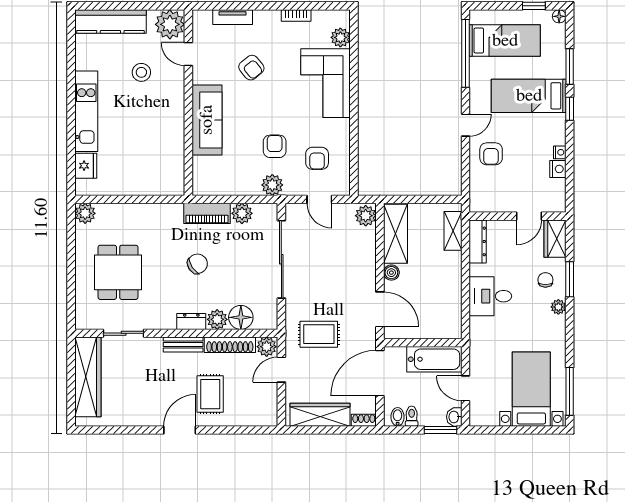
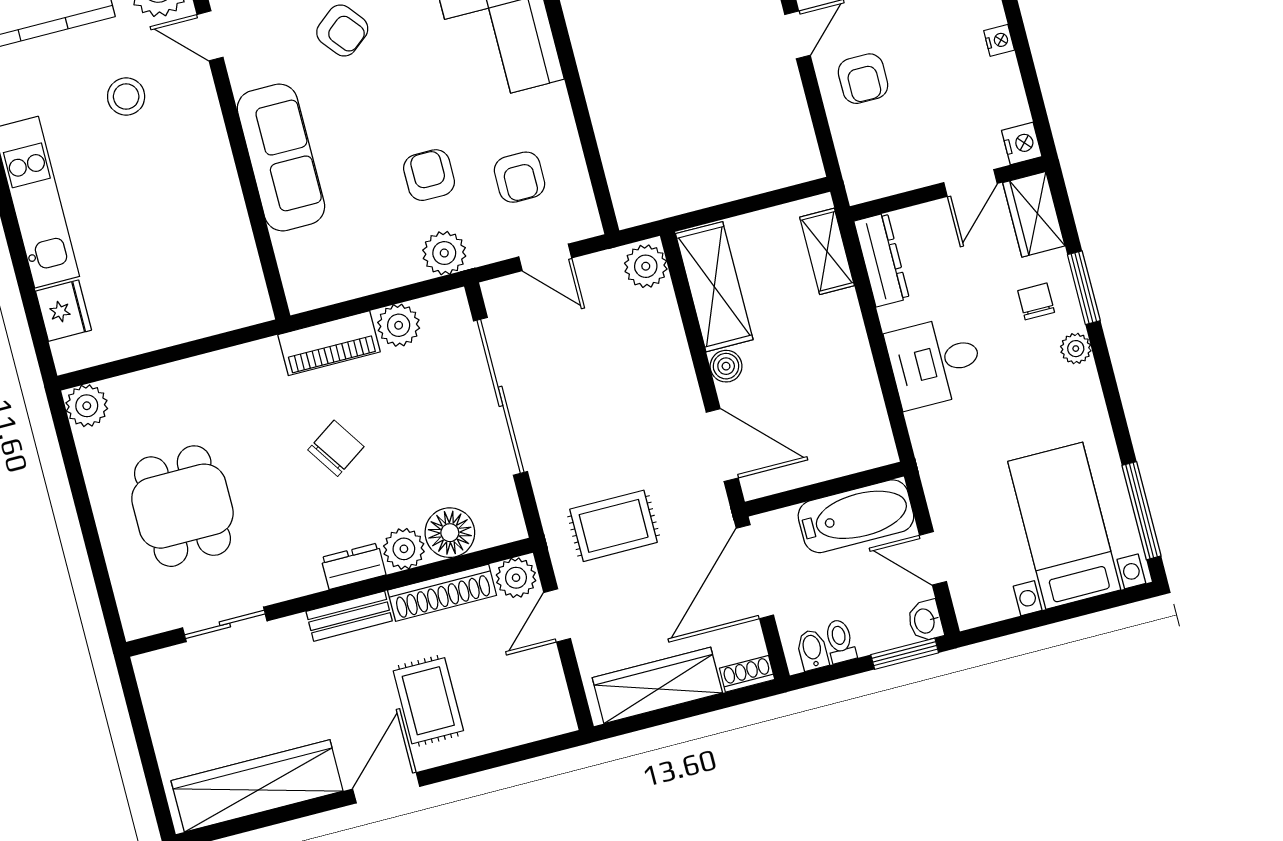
nightstand: (558, 169) -> (1022, 143), moved
wardrobe: (88, 377) -> (257, 786), moved, turned -90

